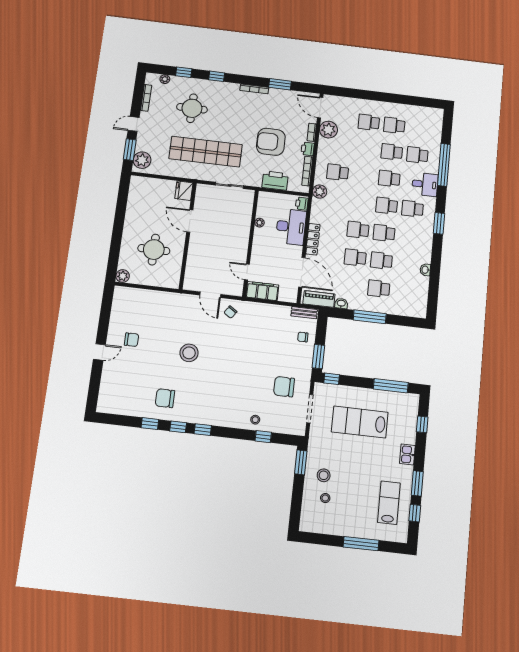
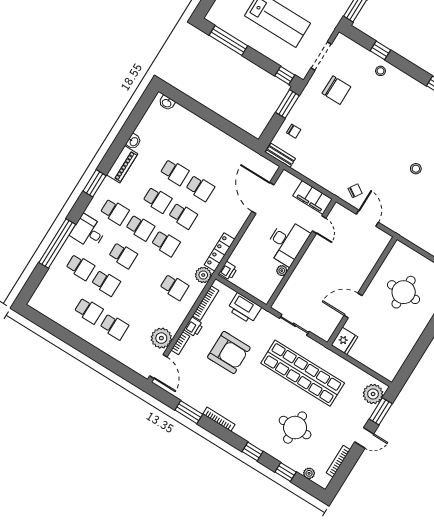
door: (190, 221) -> (353, 305), swing flipped
desk: (291, 227) -> (287, 242), moved, turned 180
locker: (313, 239) -> (220, 252), moved
school desk: (379, 289) -> (166, 243), moved
piano: (319, 299) -> (122, 164), moved, turned -90
washbasin: (341, 303) -> (167, 103), moved
window: (370, 317) -> (215, 120), removed
stool: (189, 353) -> (416, 169), width x0.53, depth x0.53

